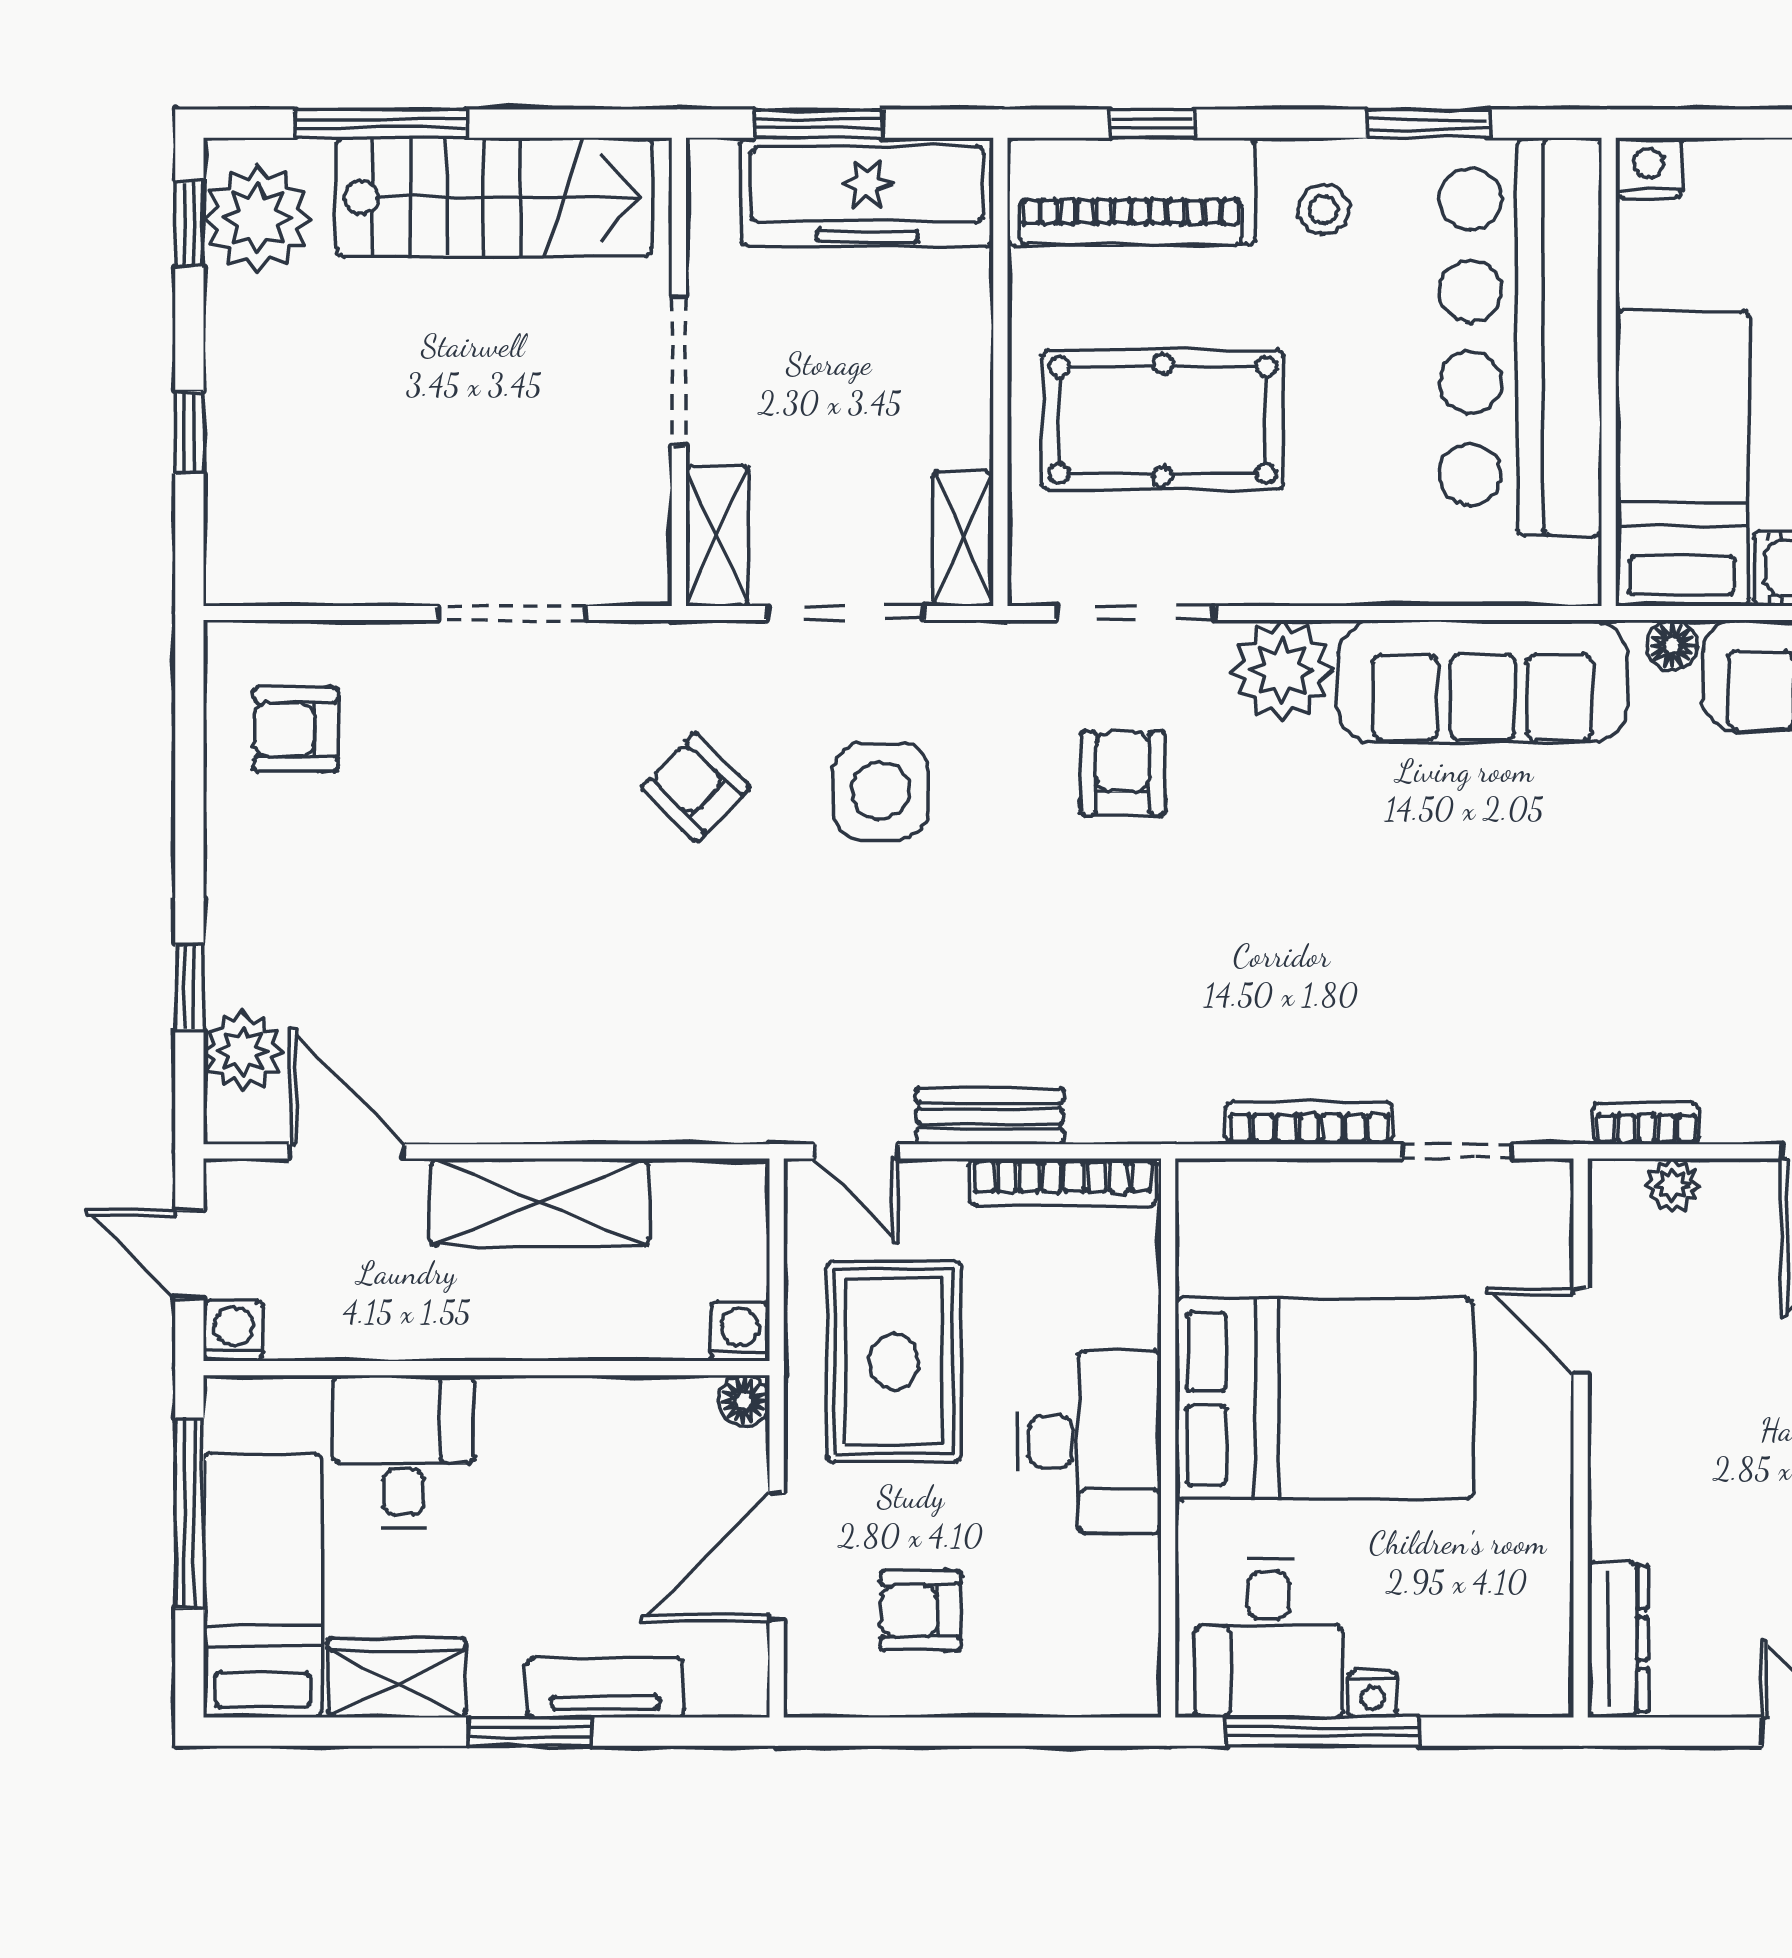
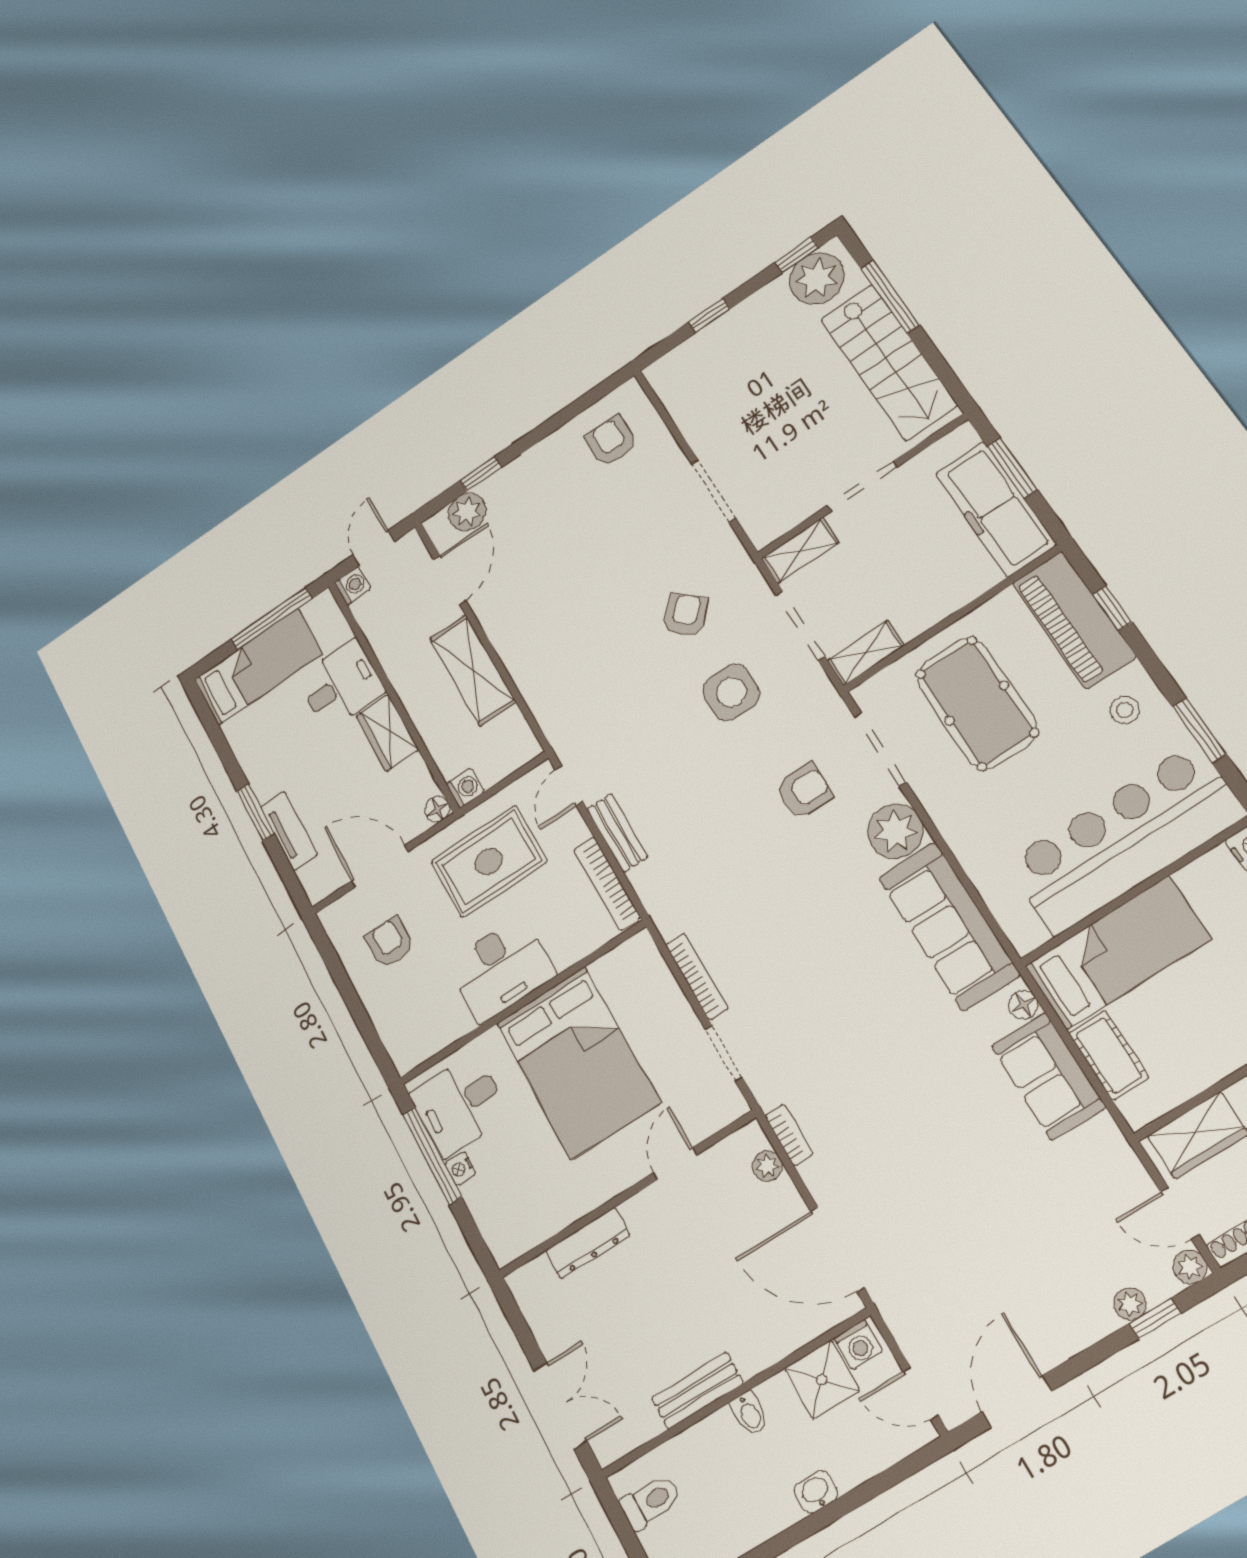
dresser: (1618, 1639) -> (588, 1243), moved
wardrobe: (397, 1678) -> (387, 733), moved, turned 180

